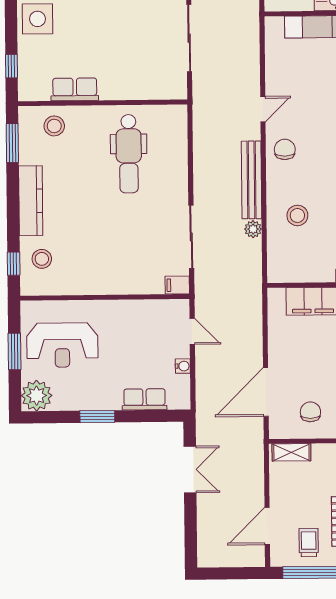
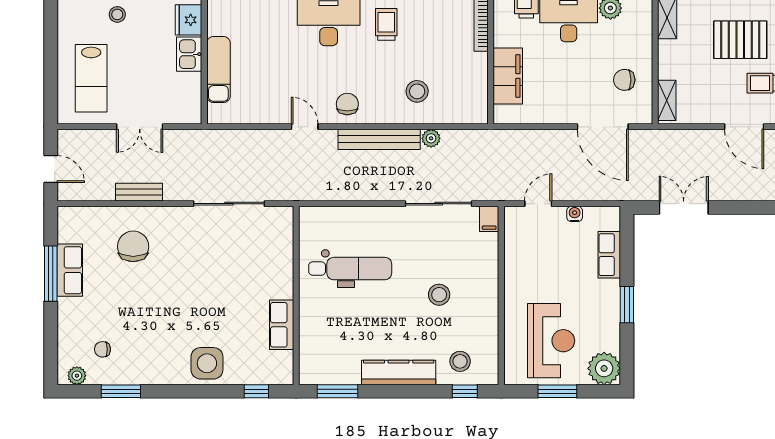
stool: (54, 126) -> (439, 295), moved
chair: (285, 149) -> (347, 104), turned 90

